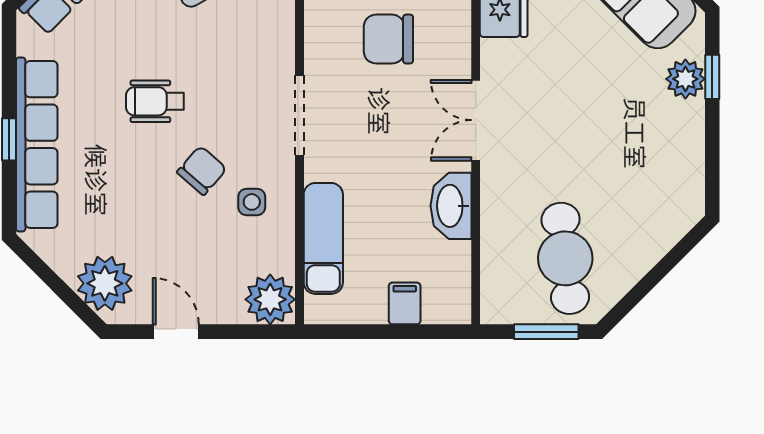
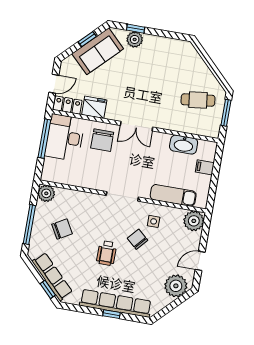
chair: (388, 39) -> (102, 140), moved
washbasin: (451, 206) -> (184, 145), moved
cafe table: (565, 258) -> (198, 100), width x0.73, depth x0.74

